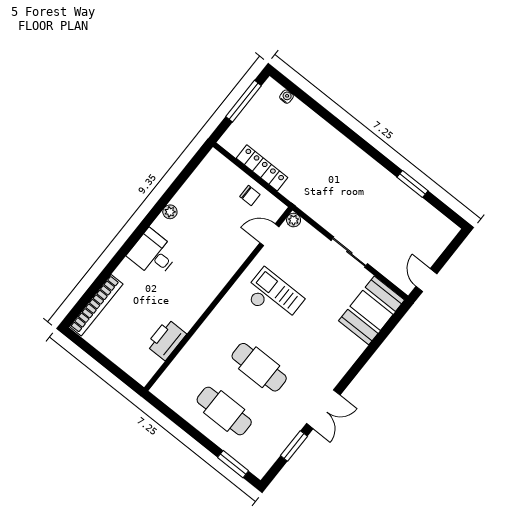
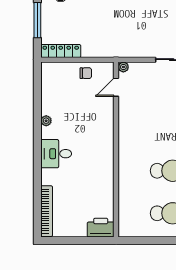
locker: (262, 168) -> (61, 51), moved
checkout: (273, 297) -> (148, 122), removed
printer: (166, 340) -> (101, 228), moved, turned 90

